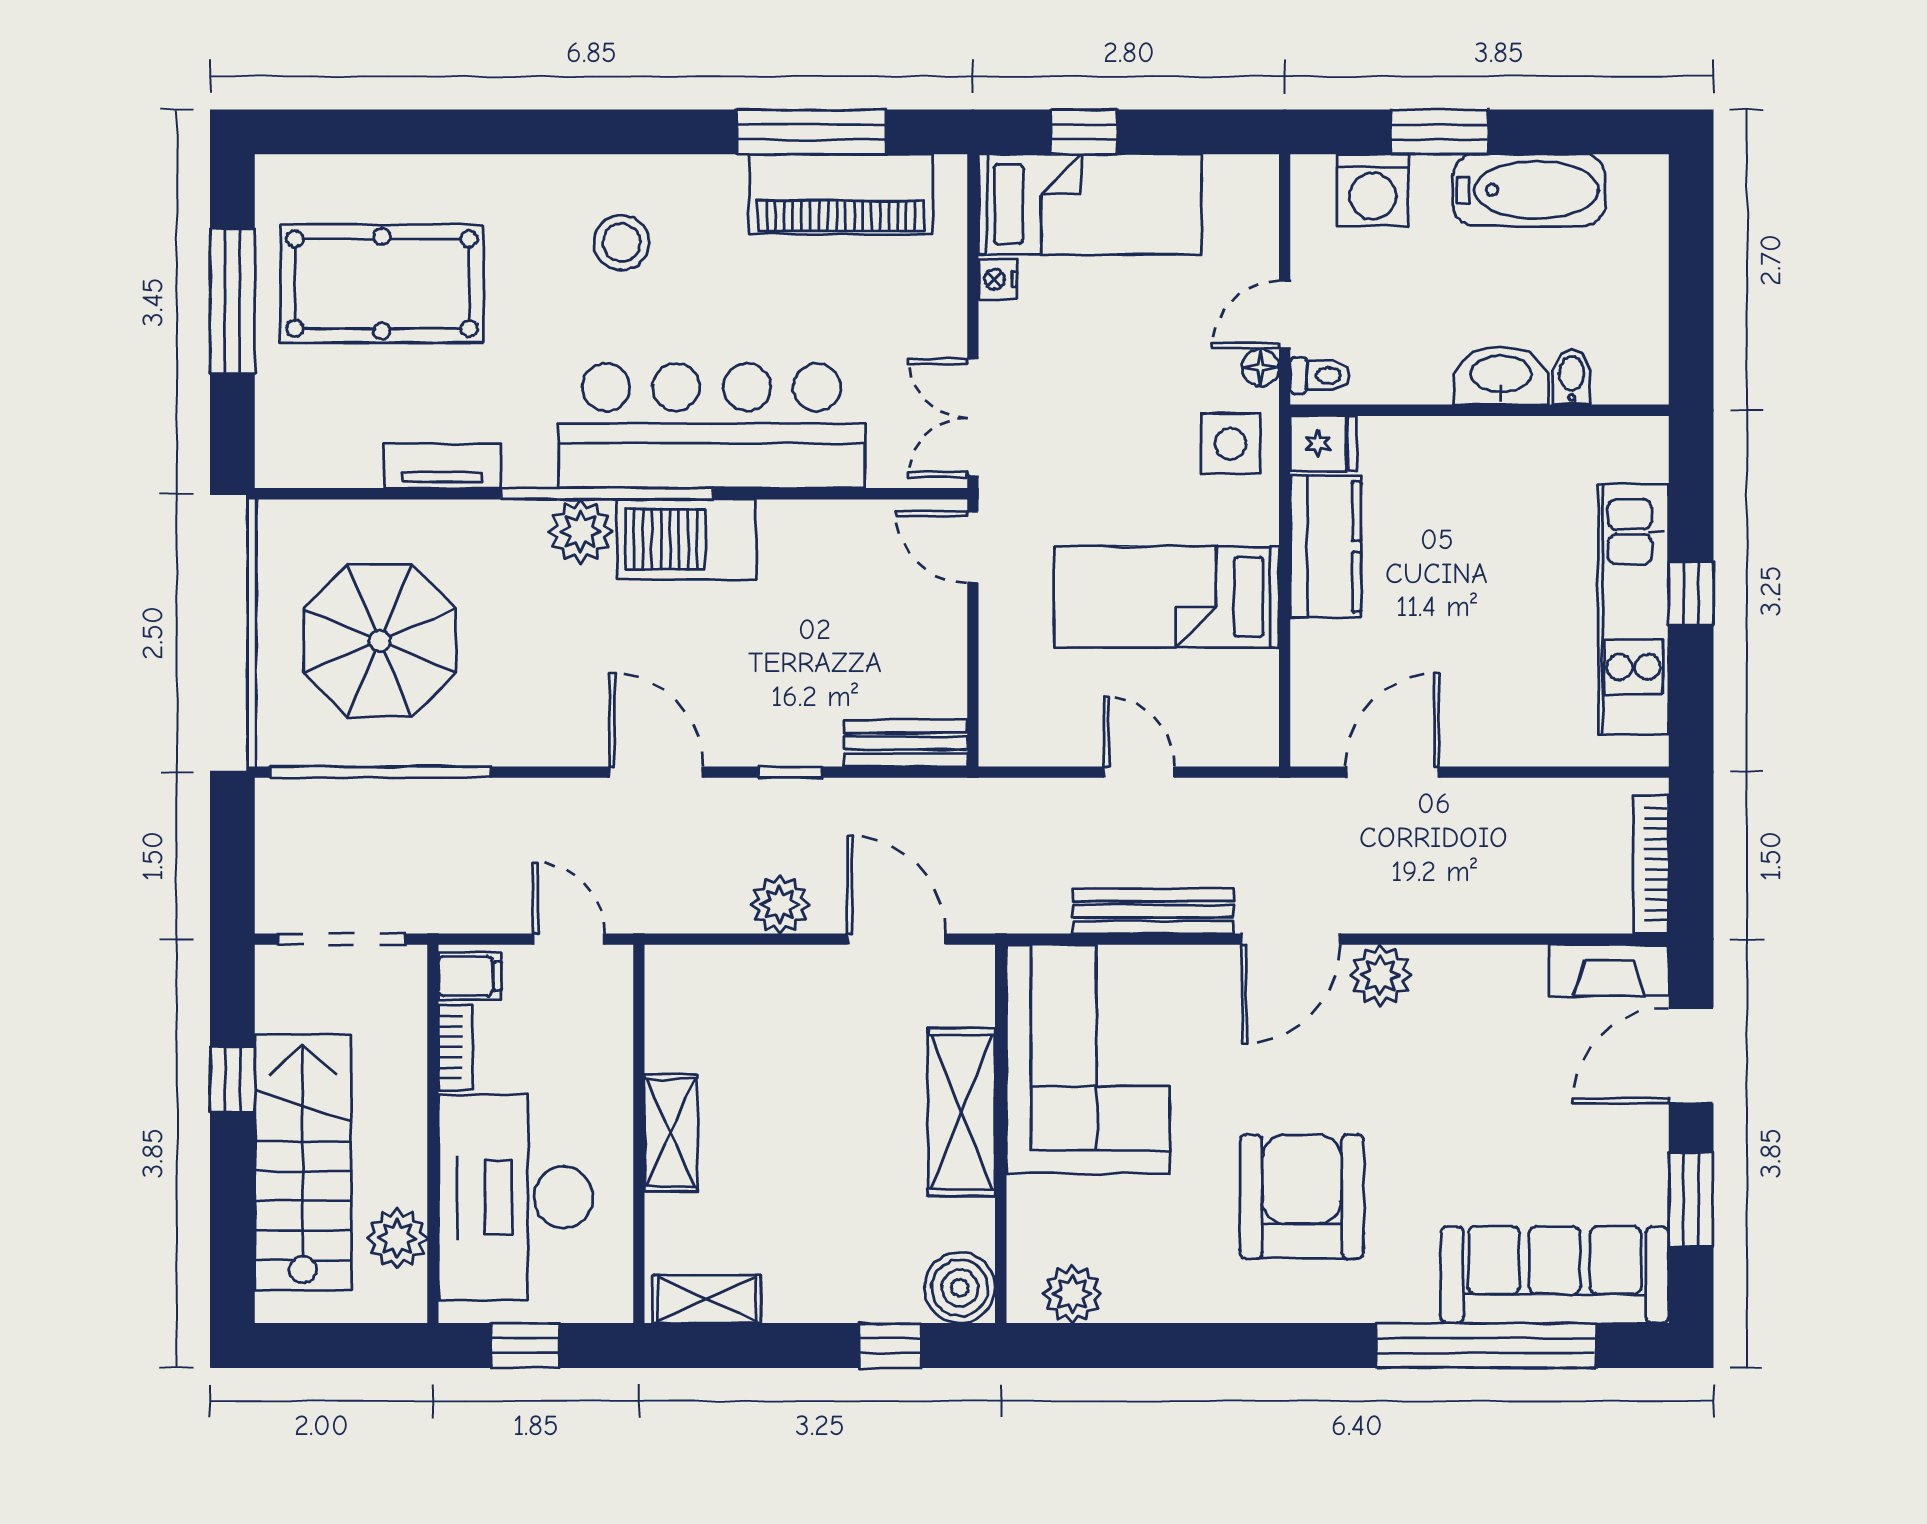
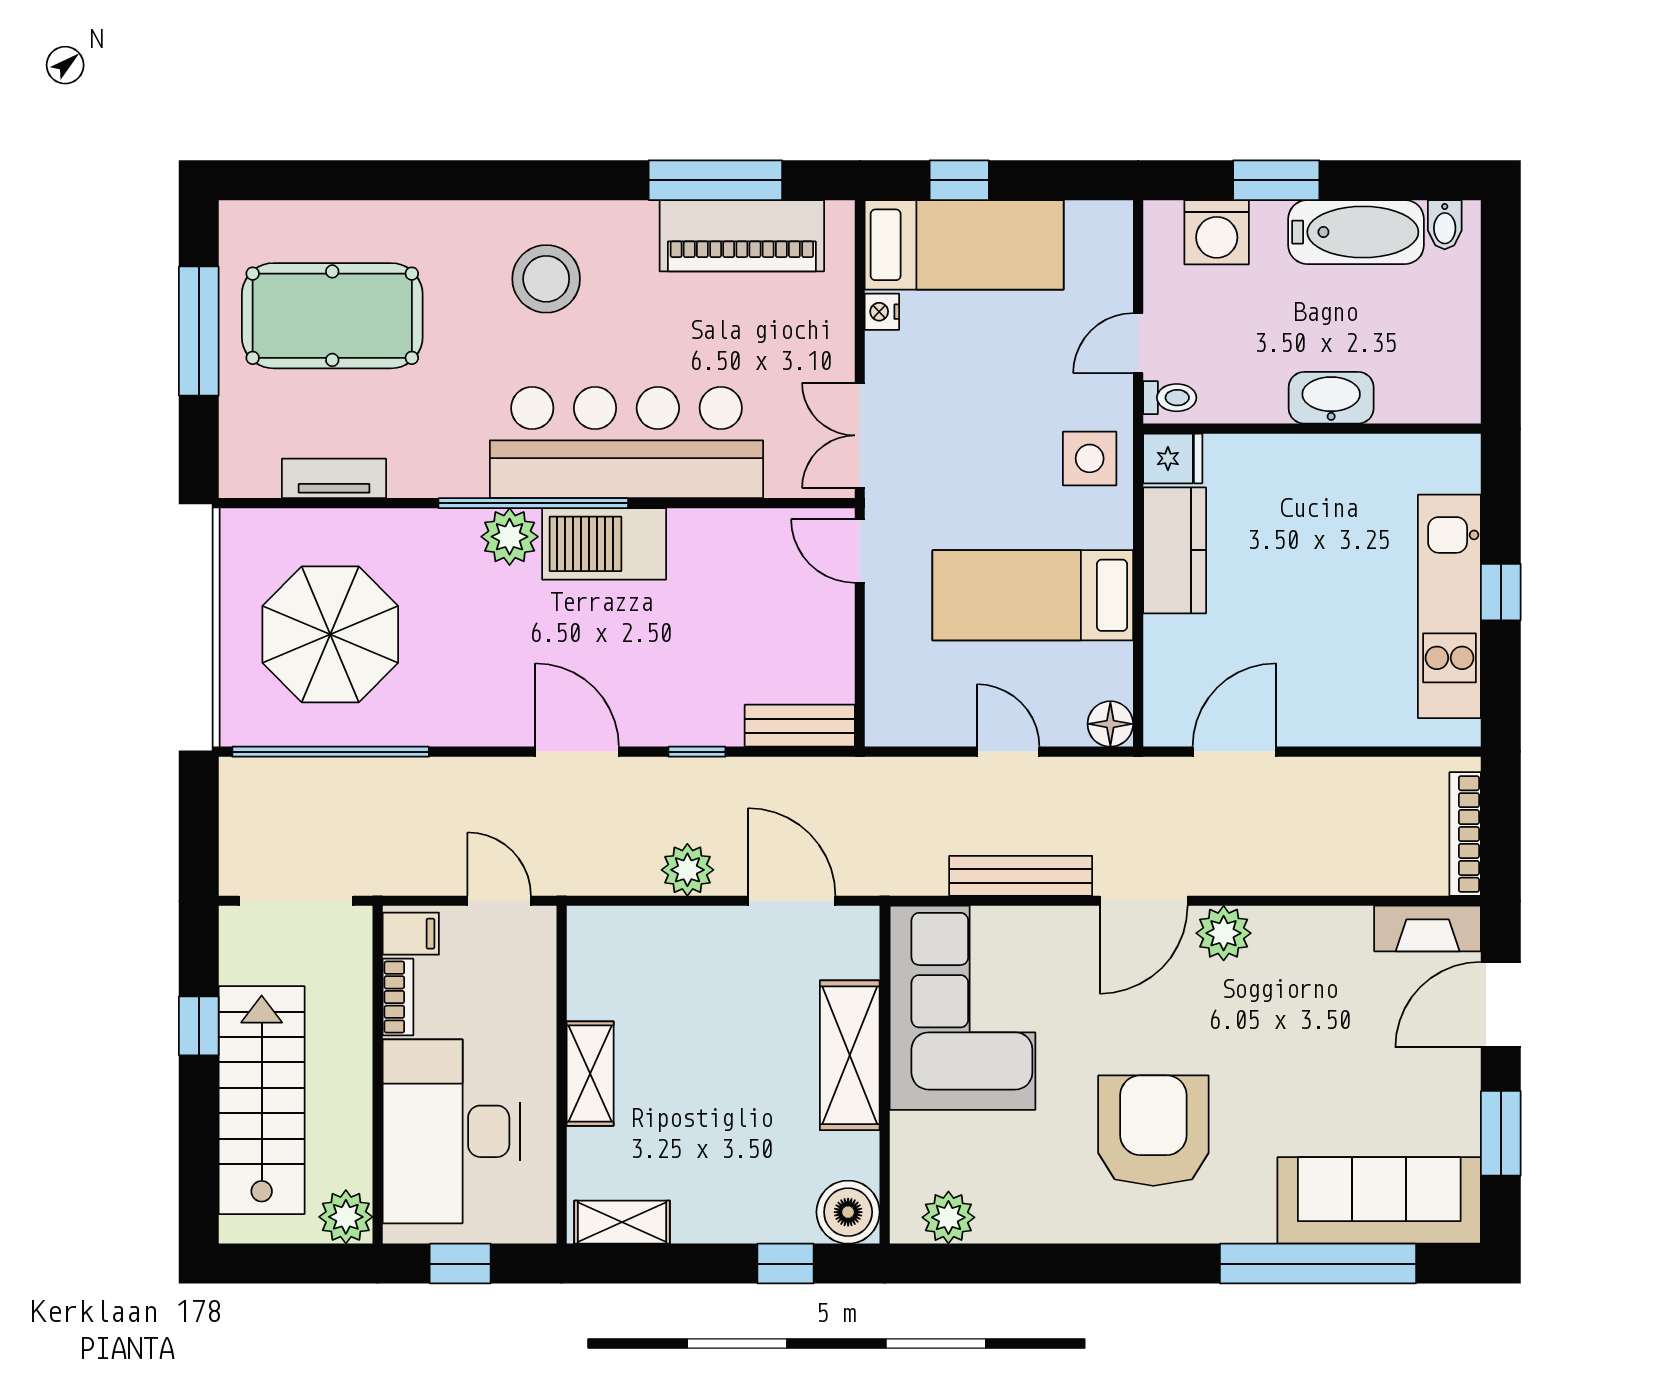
stool: (622, 242) -> (546, 279), width x1.38, depth x1.38
floor lamp: (1260, 368) -> (1110, 724), moved, width x1.37, depth x1.37
bidet: (1572, 377) -> (1445, 225), moved, turned 180
tv unit: (442, 466) -> (334, 478), moved
plant: (397, 1238) -> (346, 1217), moved

